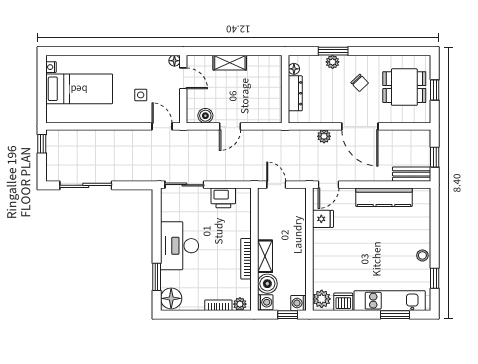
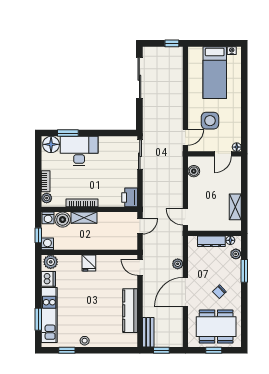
plant: (333, 62) -> (236, 254), moved
shelving: (230, 63) -> (235, 207), moved
dining table: (404, 87) -> (216, 327), width x1.38
side table: (141, 95) -> (210, 121), width x1.87, depth x1.87
door: (230, 126) -> (185, 217), moved
printer: (223, 198) -> (130, 197), moved
fridge: (323, 219) -> (89, 263), moved
desk: (180, 246) -> (79, 151), moved

